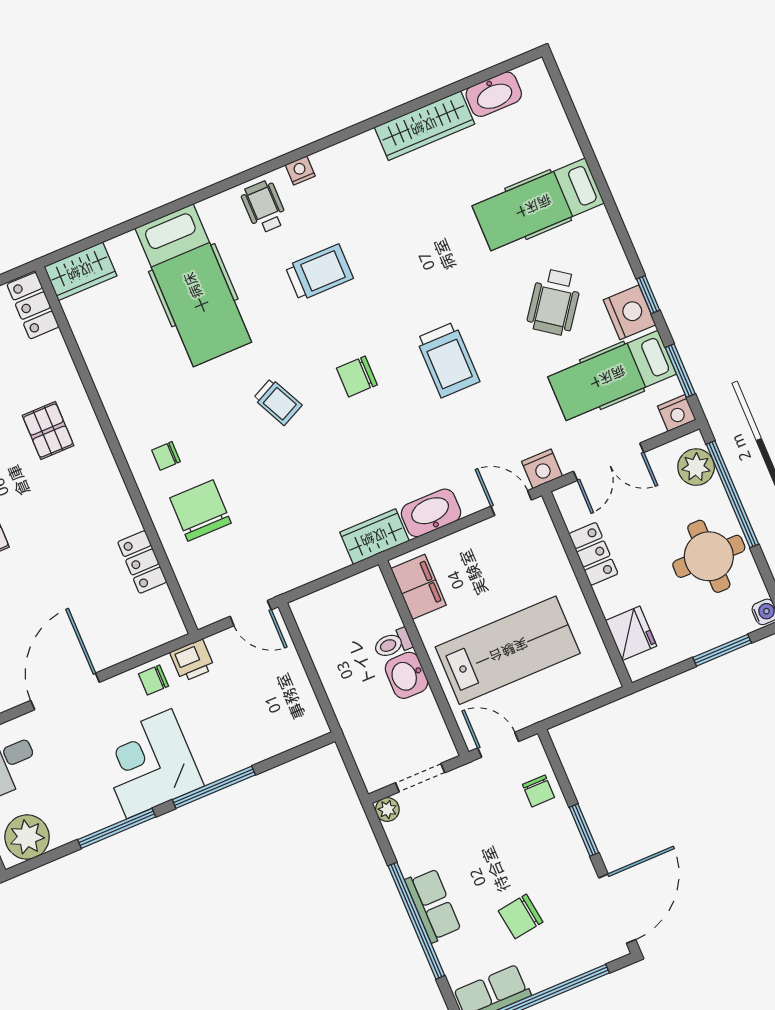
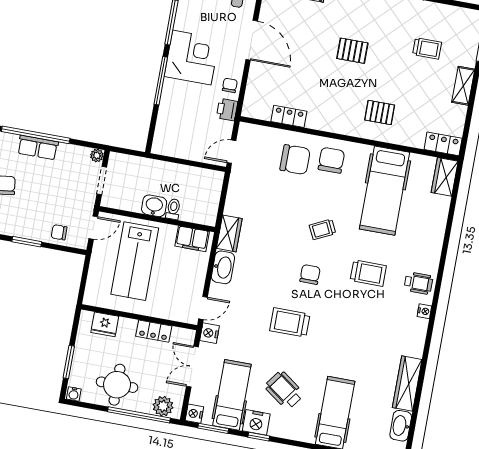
trolley: (319, 272) -> (368, 273), moved, turned -90
hospital bed: (193, 285) -> (385, 191), moved, turned -90
chair: (166, 456) -> (331, 160), width x1.87, depth x1.87

